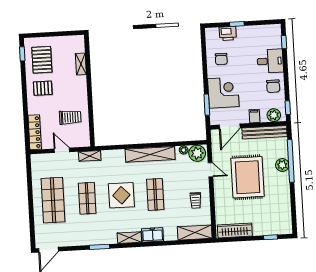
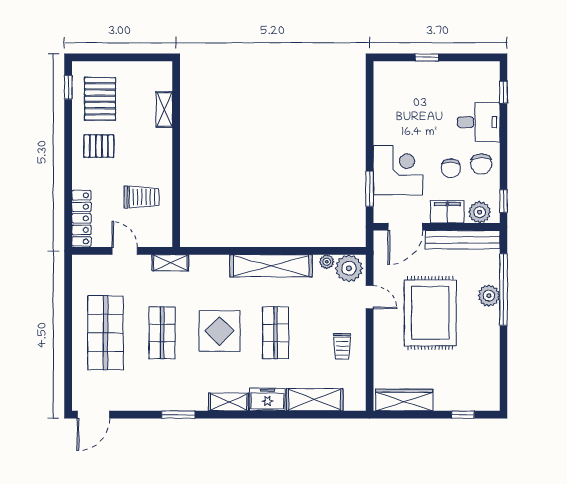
printer: (228, 33) -> (411, 72), removed
chair: (221, 59) -> (451, 168), moved
filing cabinet: (254, 116) -> (447, 212), width x2.00
shelving: (195, 233) -> (315, 400), moved

